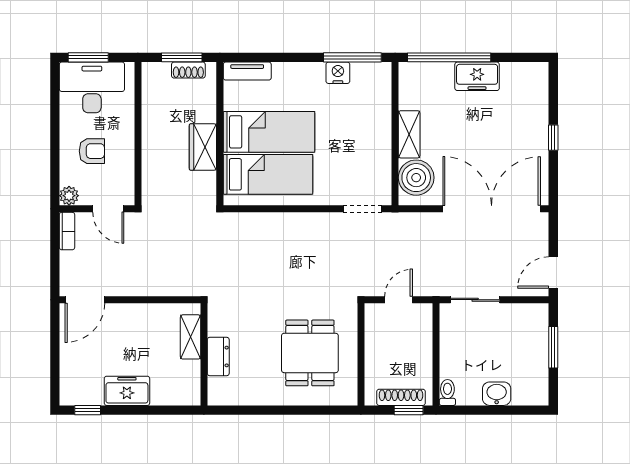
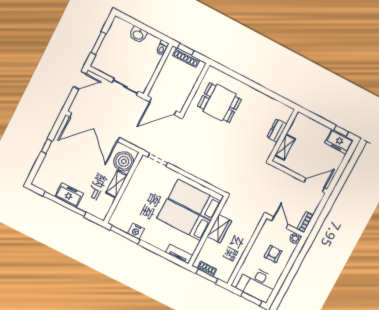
window: (449, 57) -> (65, 204), moved
armchair: (92, 151) -> (273, 254), turned 90
door: (399, 300) -> (163, 106), width x1.88
shelving: (191, 337) -> (285, 147), moved
dining table: (310, 353) -> (219, 103), turned 90
wall: (204, 354) -> (283, 135), moved
dresser: (218, 357) -> (277, 131), moved
freezer: (127, 391) -> (339, 142), moved

